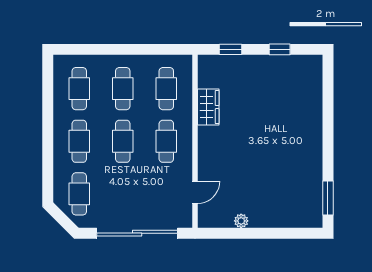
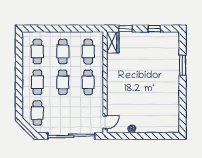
wardrobe: (208, 107) -> (113, 42), moved
door: (195, 192) -> (105, 122), moved
window: (328, 198) -> (183, 65), moved

